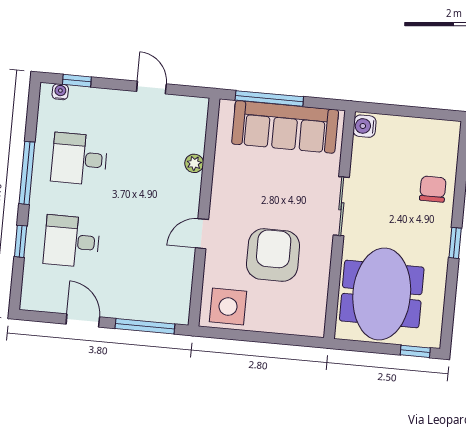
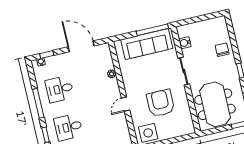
door: (151, 88) -> (81, 46), width x1.87
window: (269, 98) -> (152, 30), moved
water cooler: (365, 126) -> (185, 43), moved

